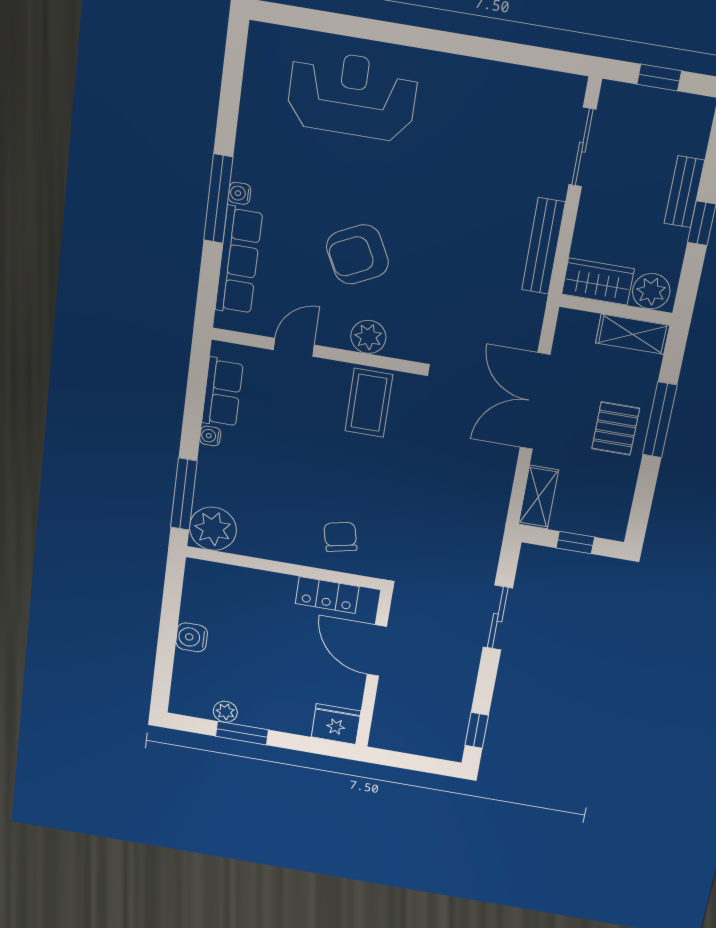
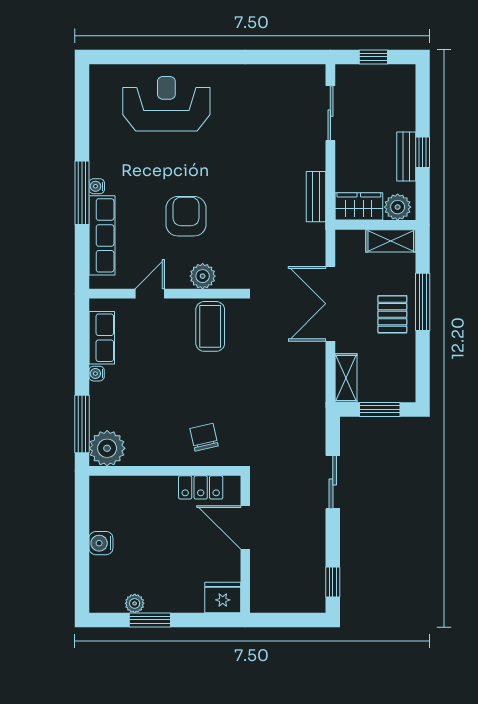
bench: (684, 192) -> (406, 156), moved
bench: (543, 246) -> (316, 197), width x0.73
armchair: (357, 254) -> (186, 216), turned 117
window: (575, 543) -> (380, 409), width x1.50

